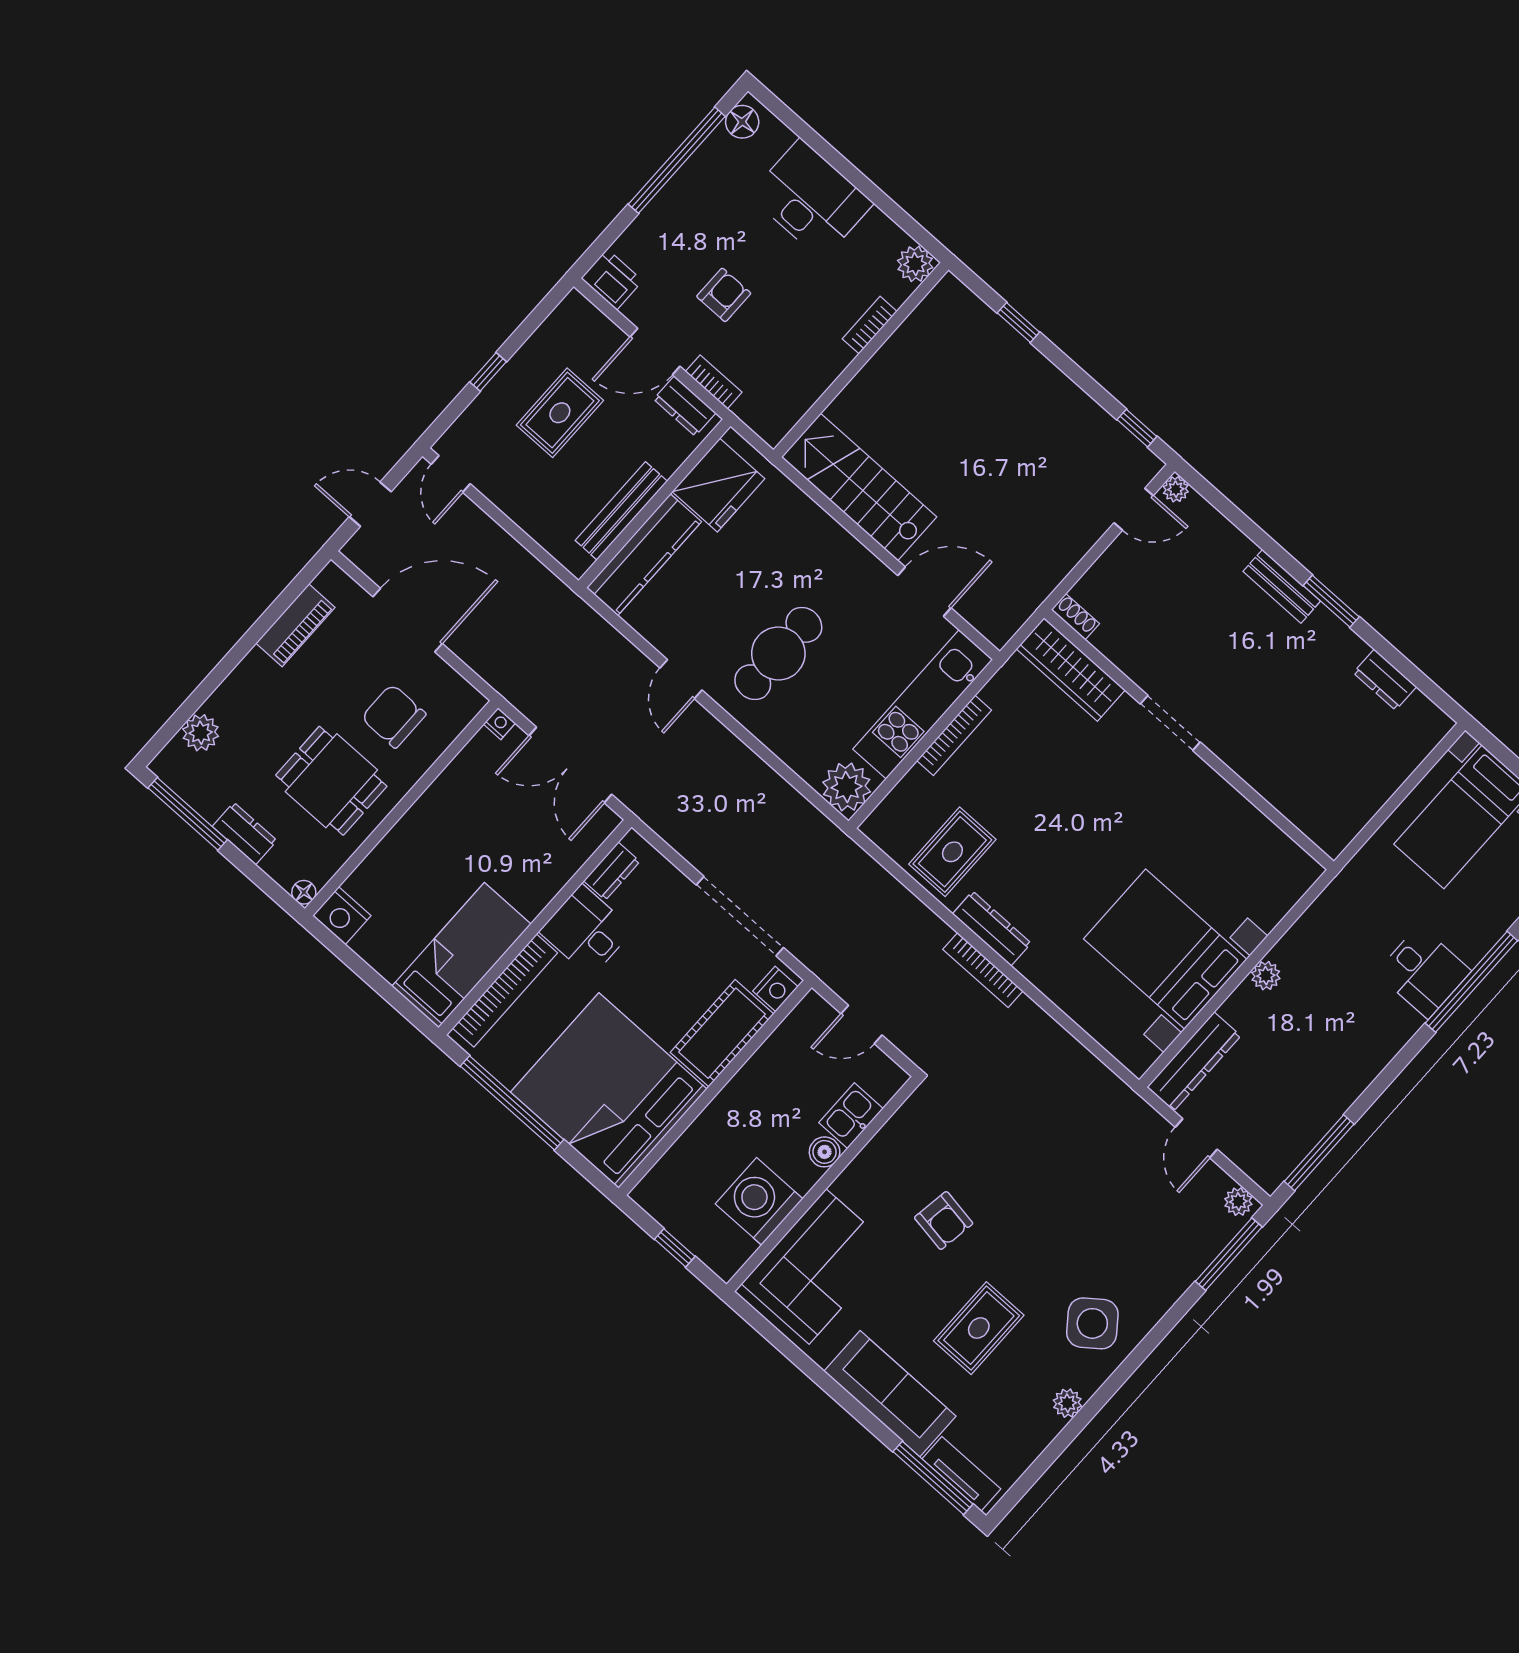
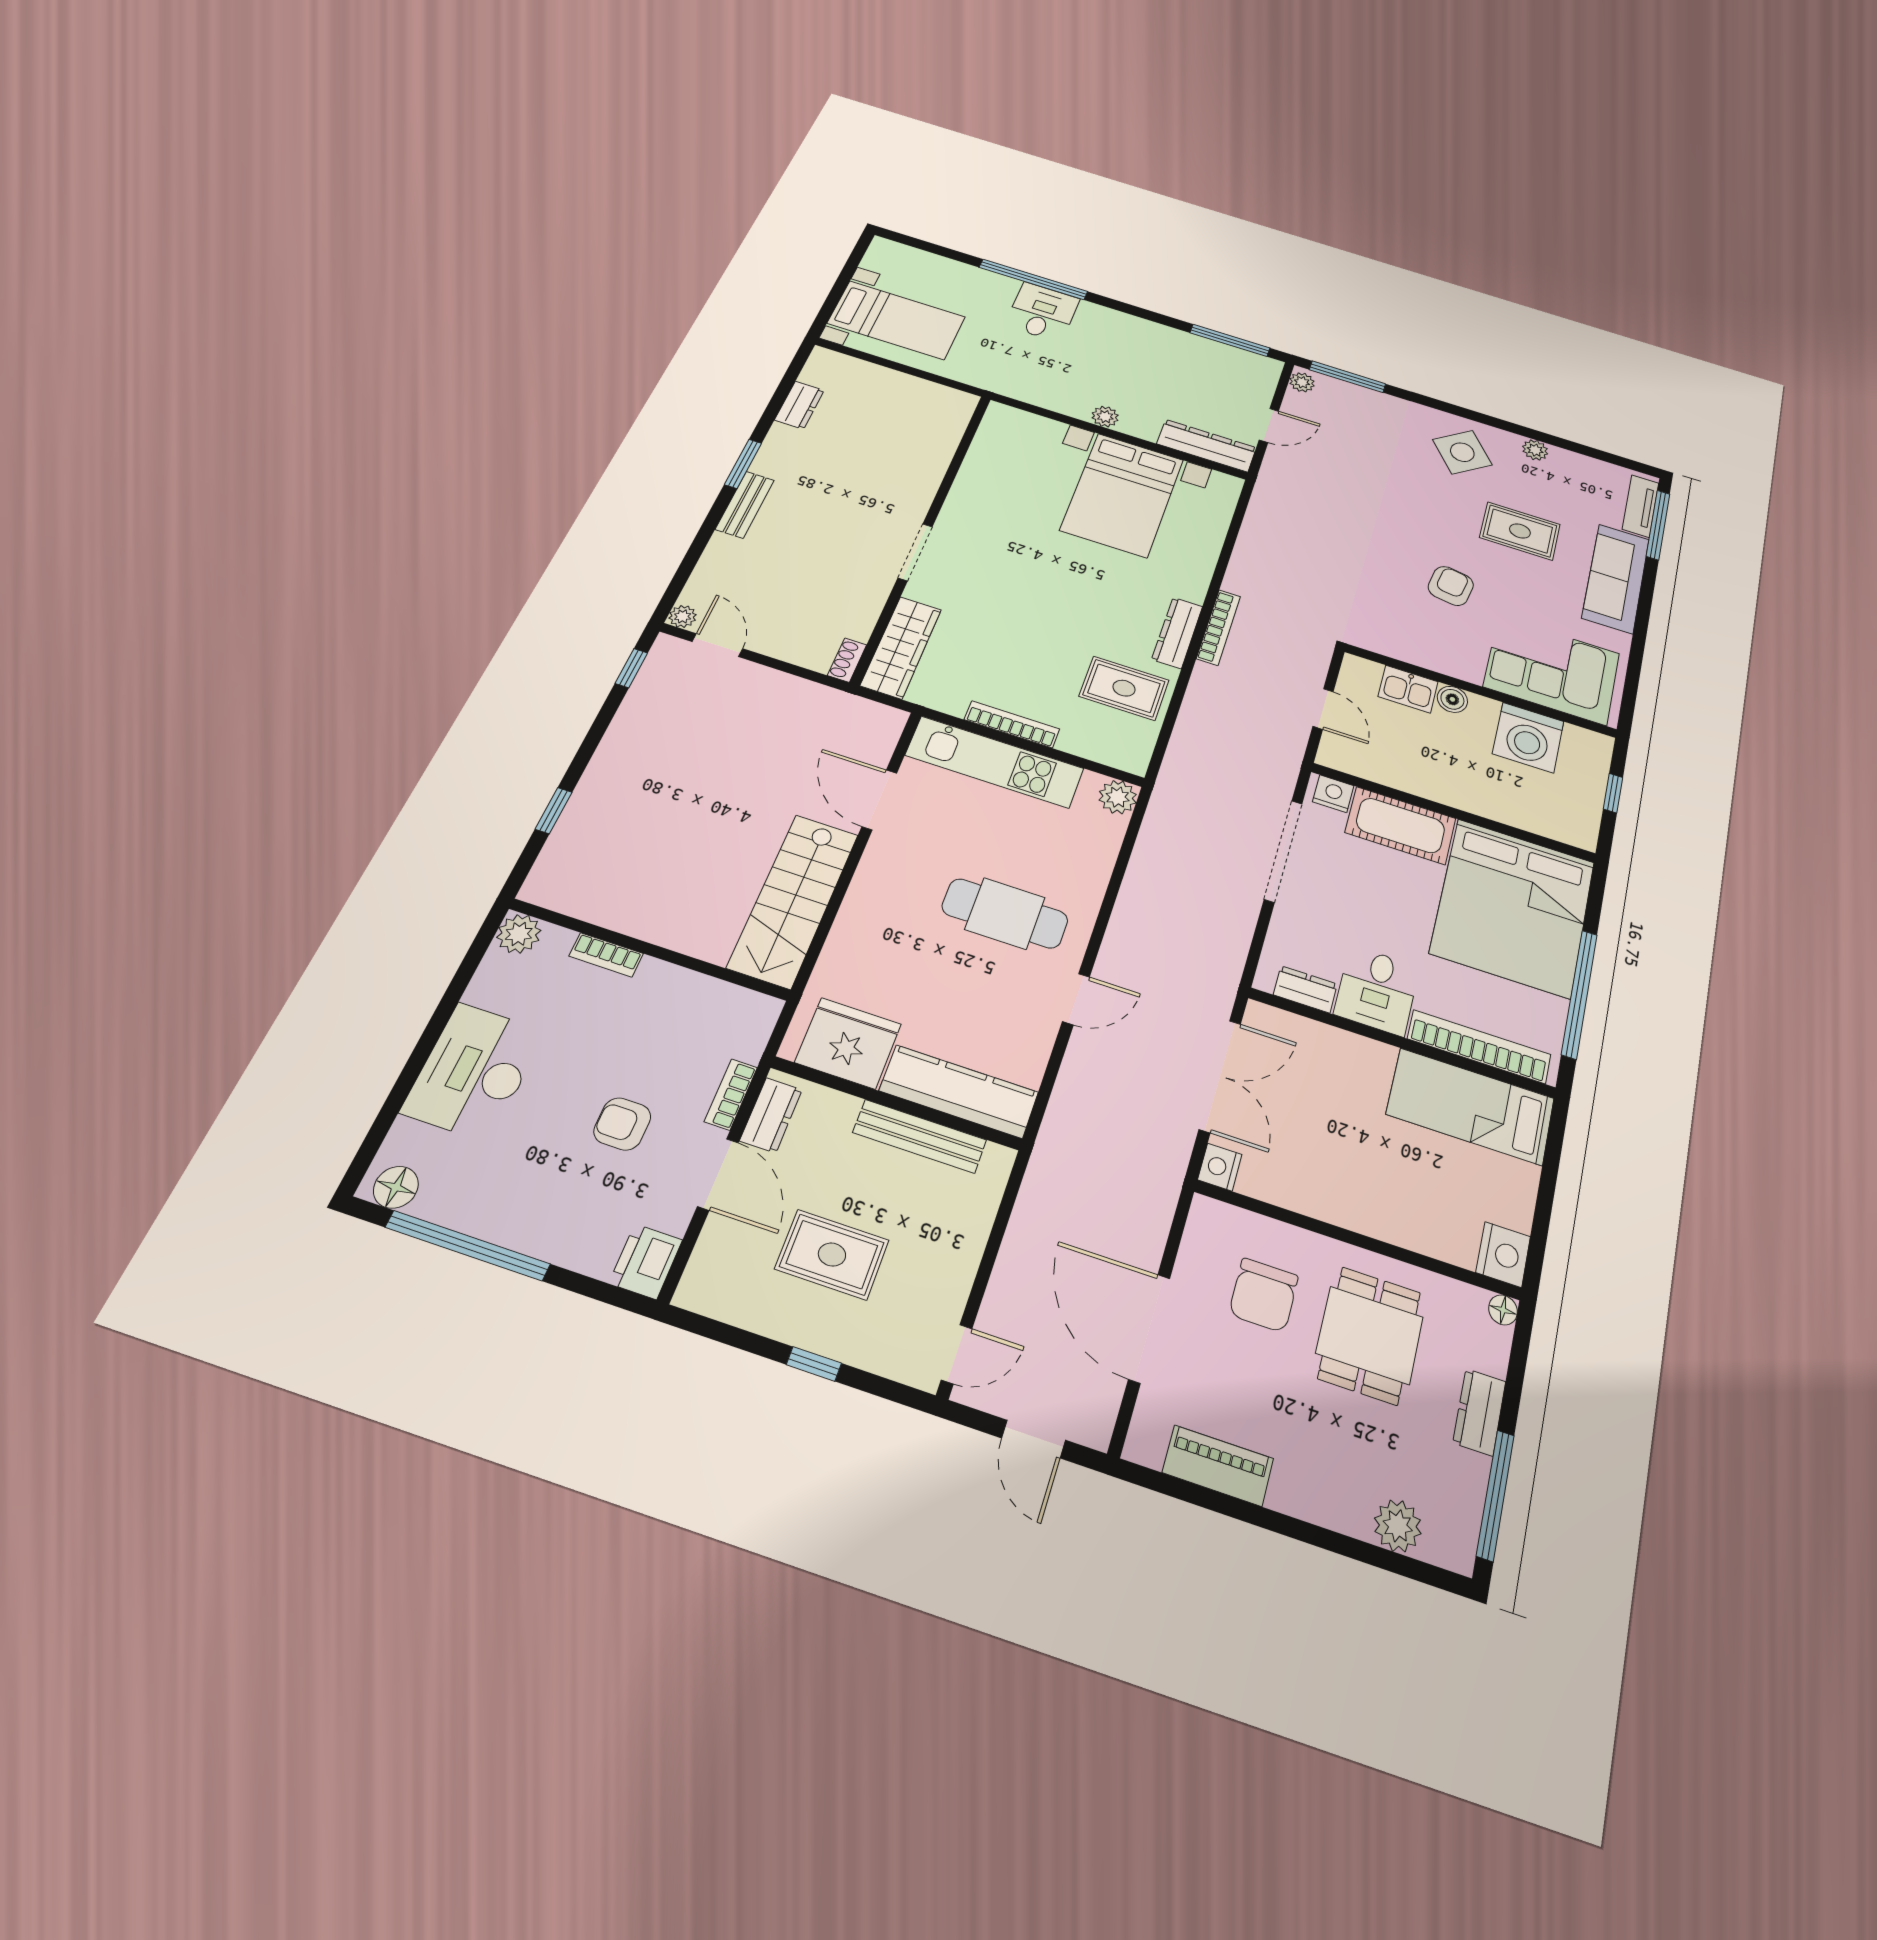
nightstand: (499, 724) -> (1220, 1167), width x1.39, depth x1.35
plant: (847, 787) -> (1118, 797), width x0.73, depth x0.73

